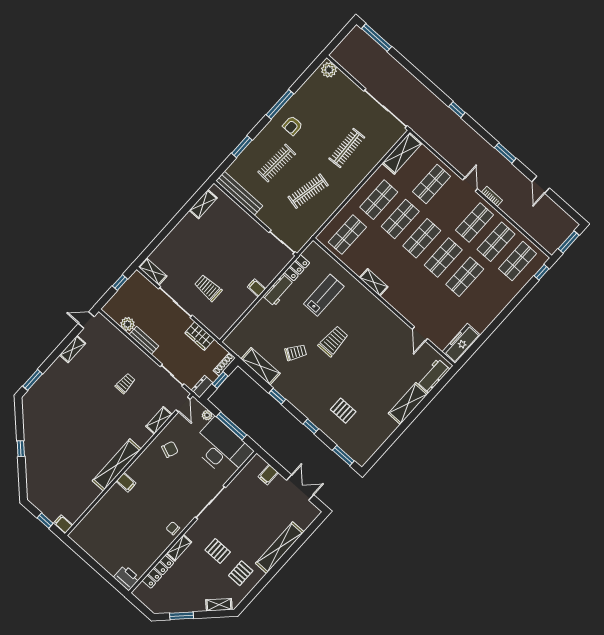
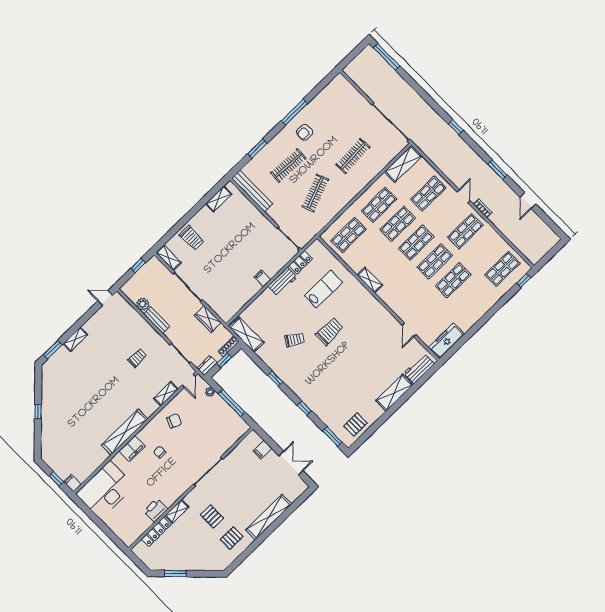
plant: (329, 70) -> (341, 83), removed
clothes rail: (308, 191) -> (315, 193), turned -33
shop shelf: (496, 242) -> (484, 250), removed
window: (569, 242) -> (550, 254), removed
trolley: (208, 288) -> (192, 238), moved, turned 180
shelving: (73, 349) -> (75, 339), moved
shelving: (261, 366) -> (246, 335), moved
pallet: (343, 411) -> (355, 424), moved, turned 90
desk: (222, 448) -> (105, 490), moved, turned -90
filing cabinet: (126, 482) -> (132, 448), width x2.00
chair: (173, 528) -> (160, 452), moved
printer: (127, 578) -> (156, 510), moved, turned -90
shelving: (219, 605) -> (210, 566), removed

